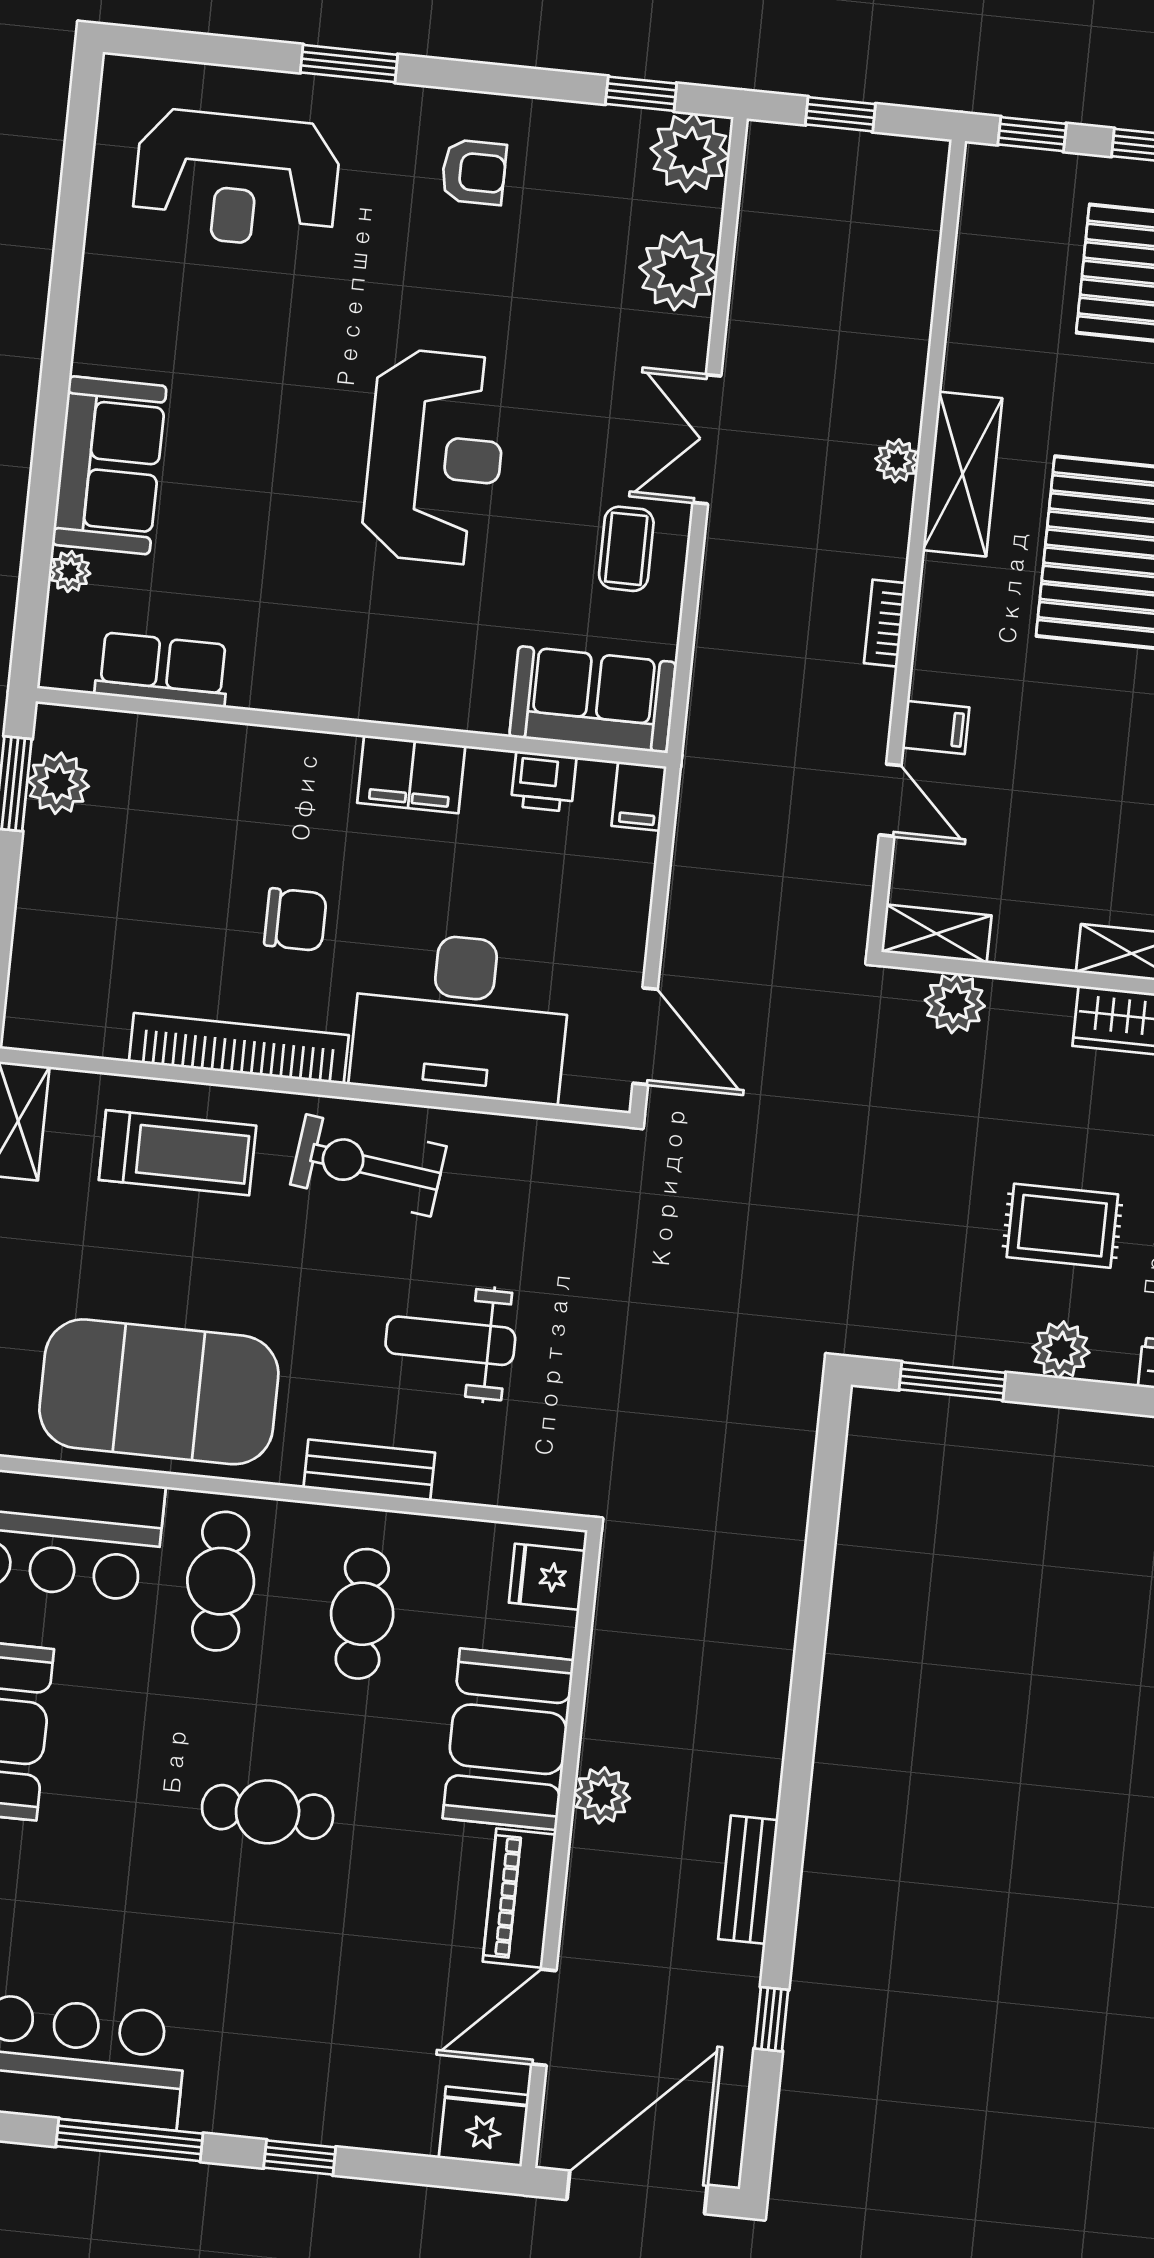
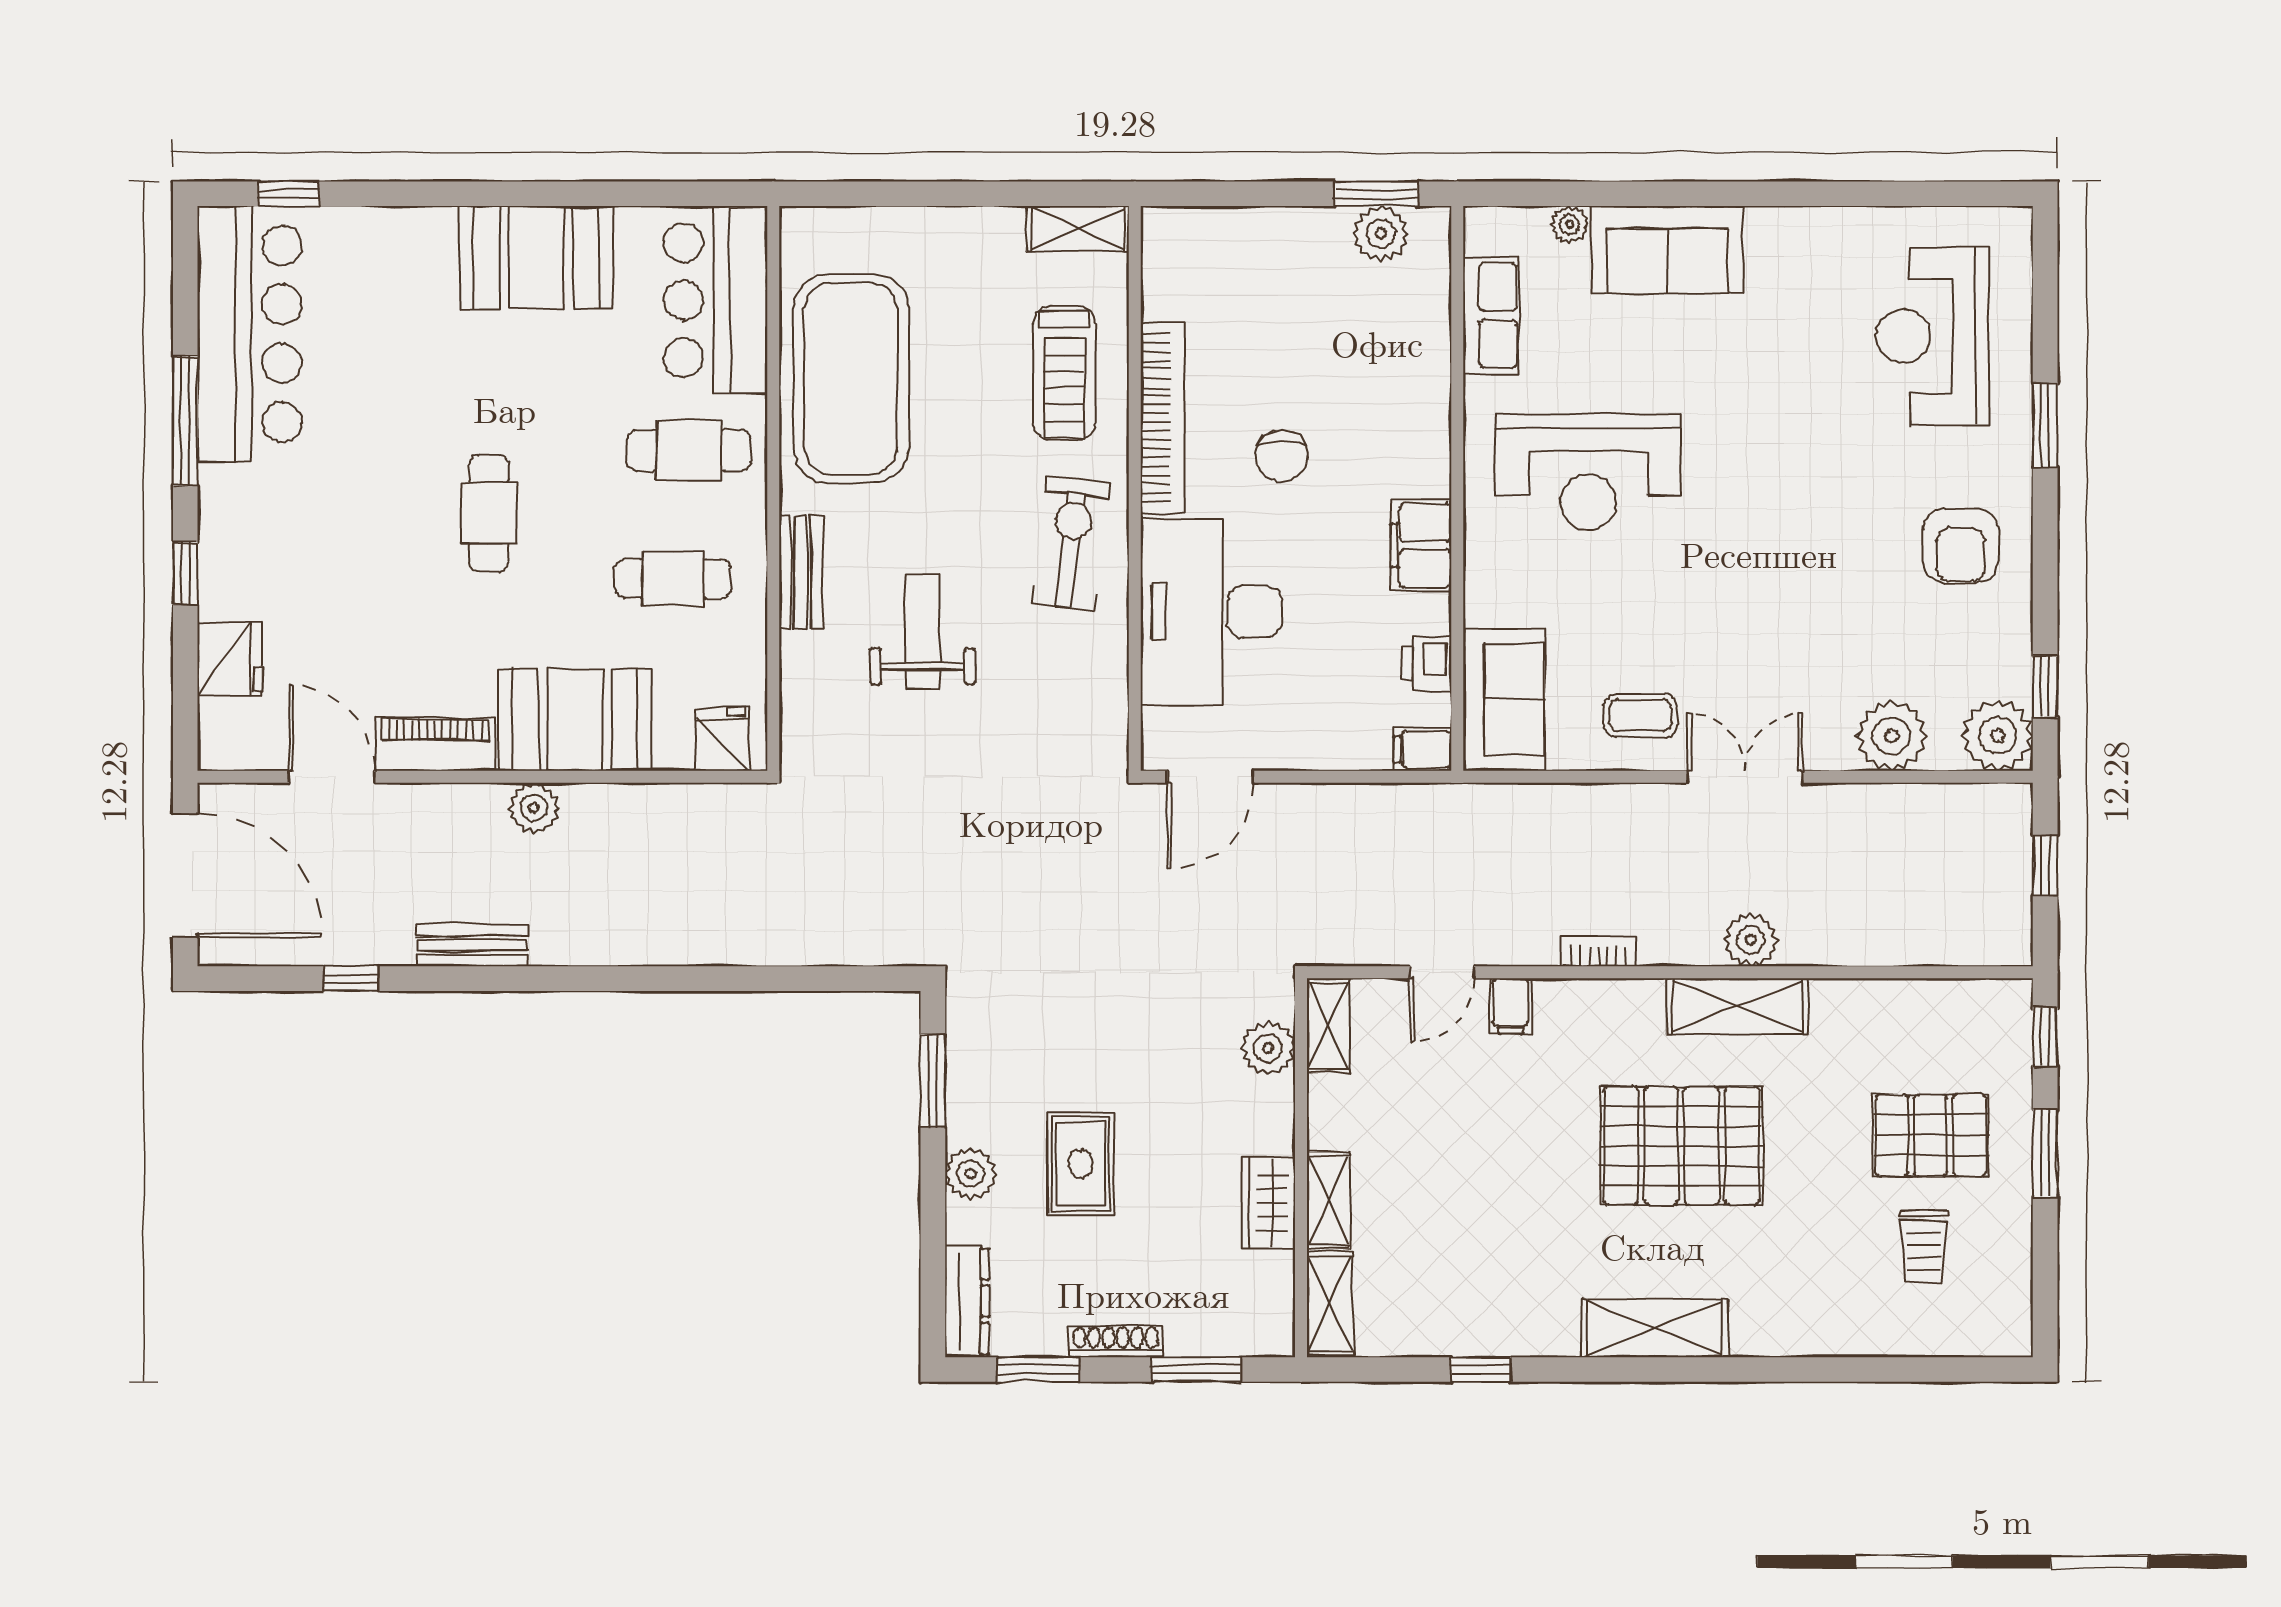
armchair: (474, 172) -> (1960, 546), width x1.38, depth x1.38
reception desk: (435, 457) -> (1588, 472), moved
plant: (897, 461) -> (1751, 940), width x1.38, depth x1.38
fridge: (484, 2127) -> (230, 659), moved

